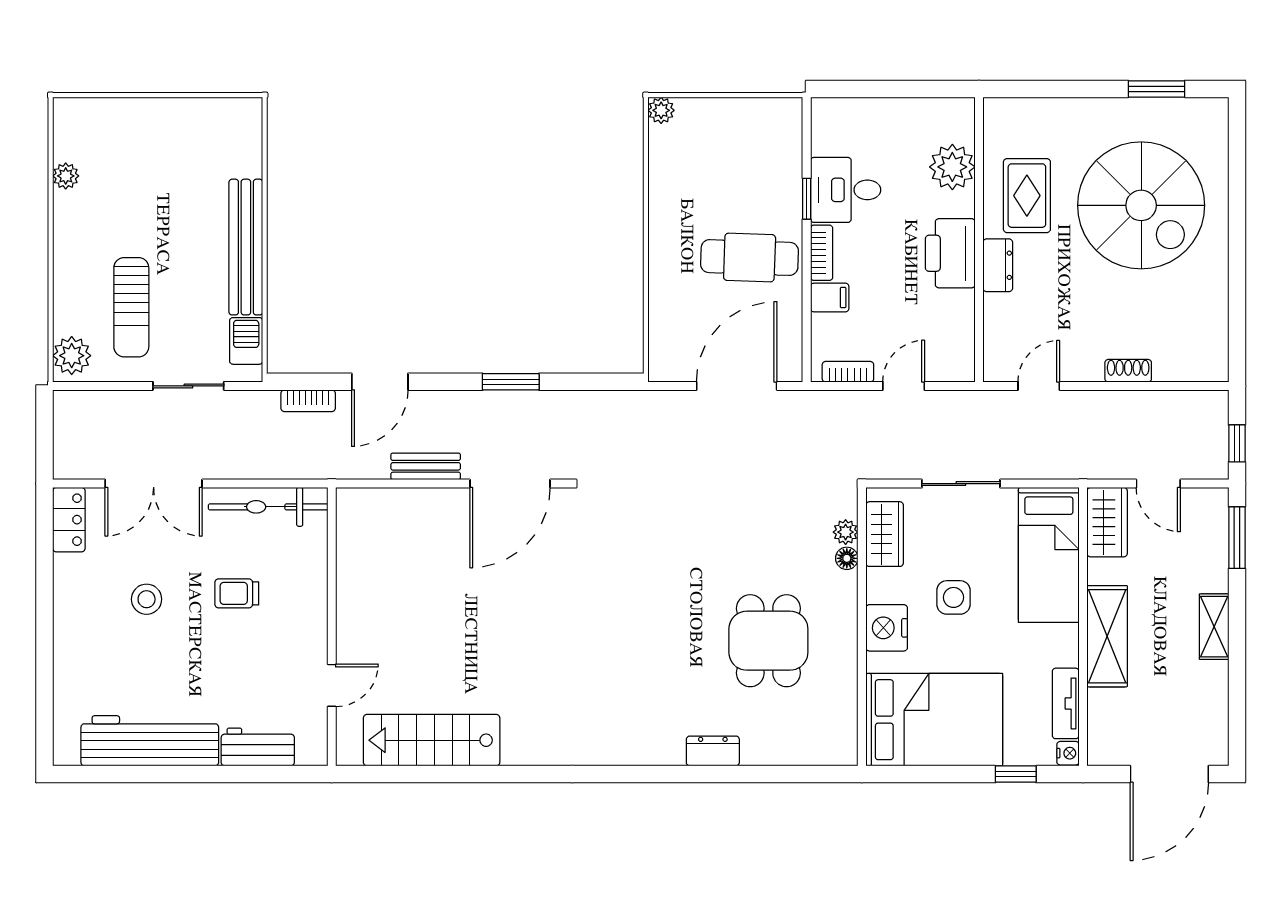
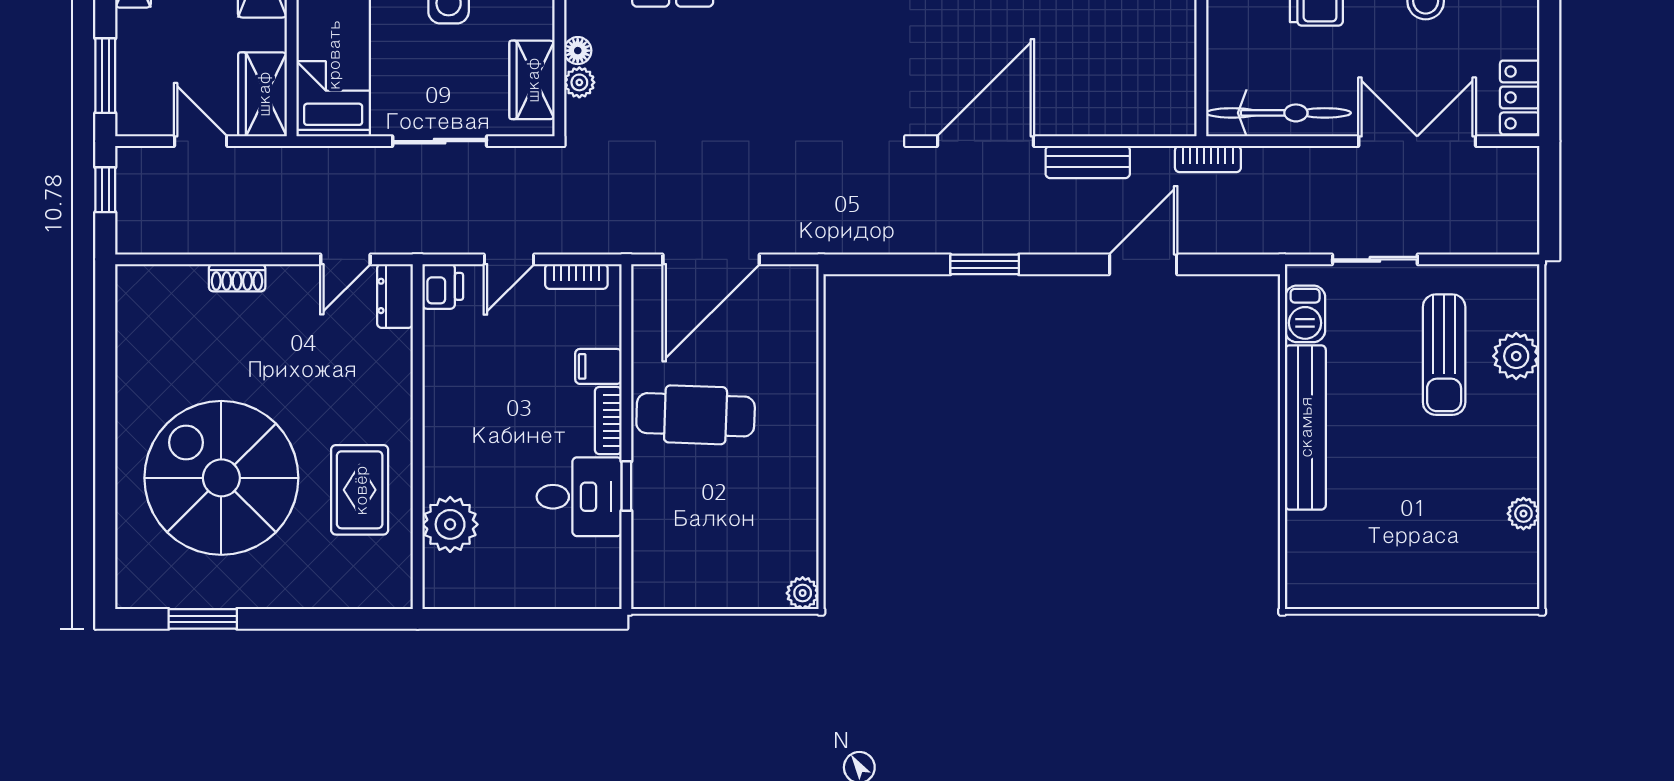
printer: (950, 253) -> (443, 286), moved, width x0.53, depth x0.68
dresser: (998, 265) -> (395, 296), moved
sun lounger: (131, 307) -> (1444, 355), turned 180
plant: (72, 356) -> (1516, 356), moved
bookcase: (308, 401) -> (1208, 159), moved, turned 180

